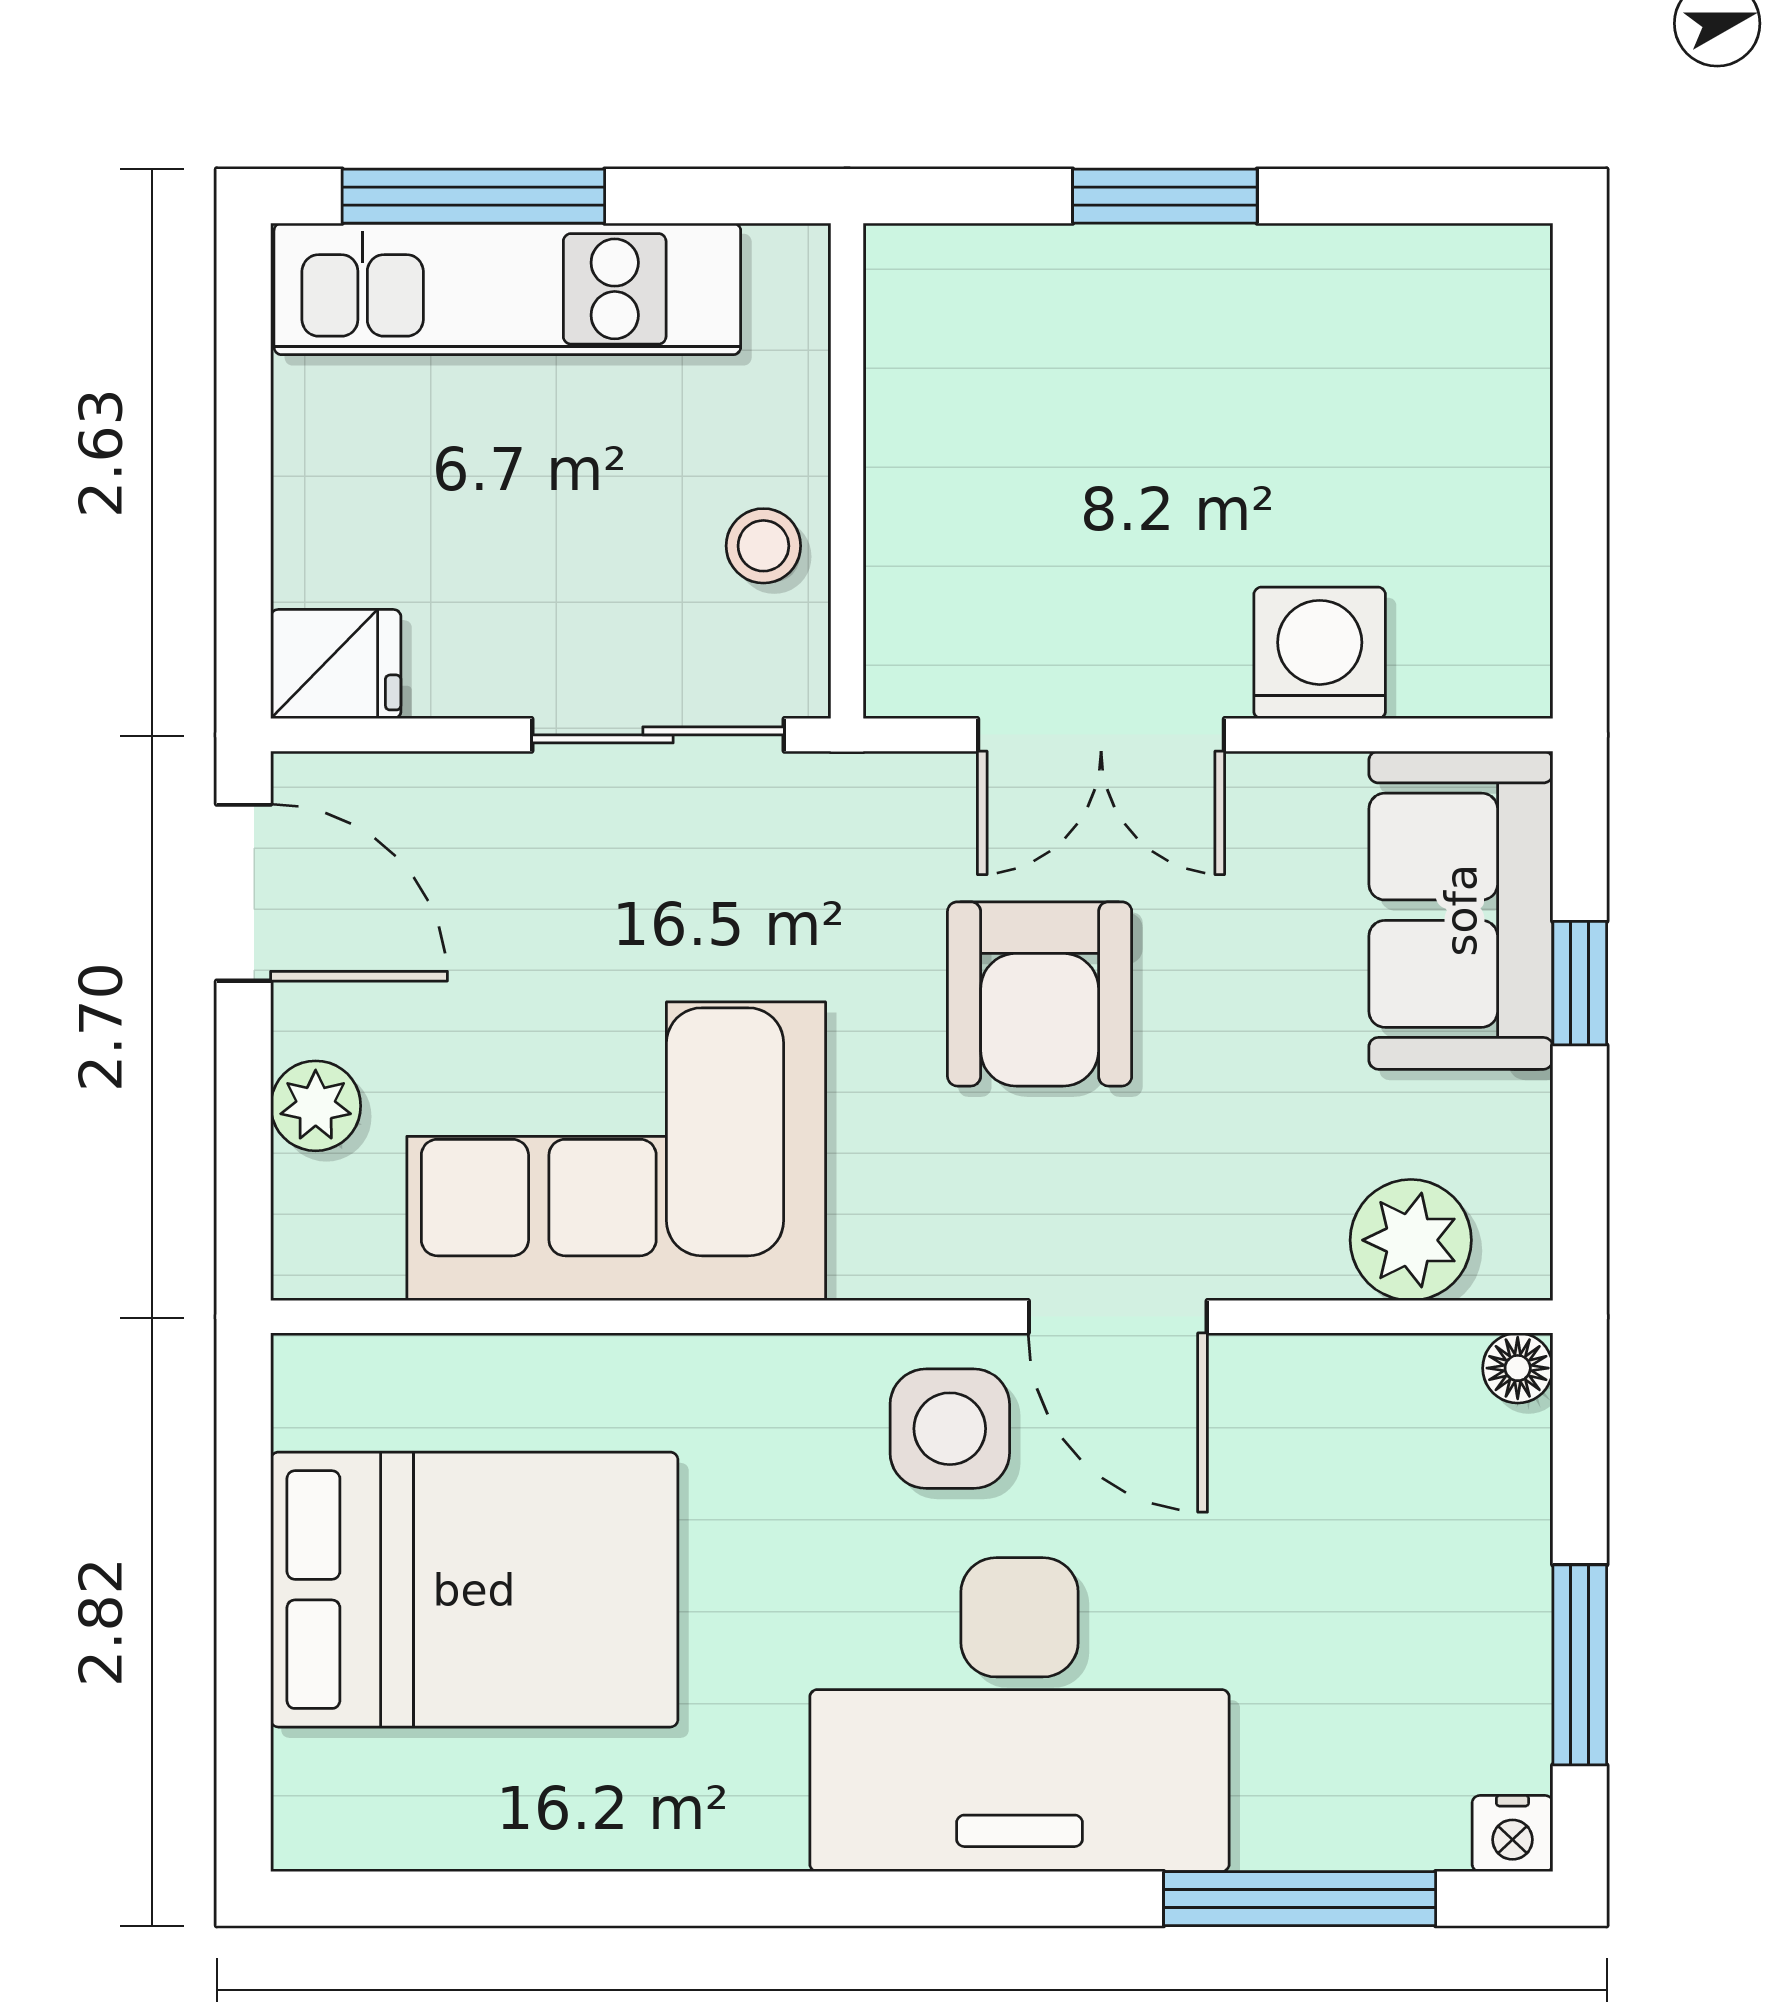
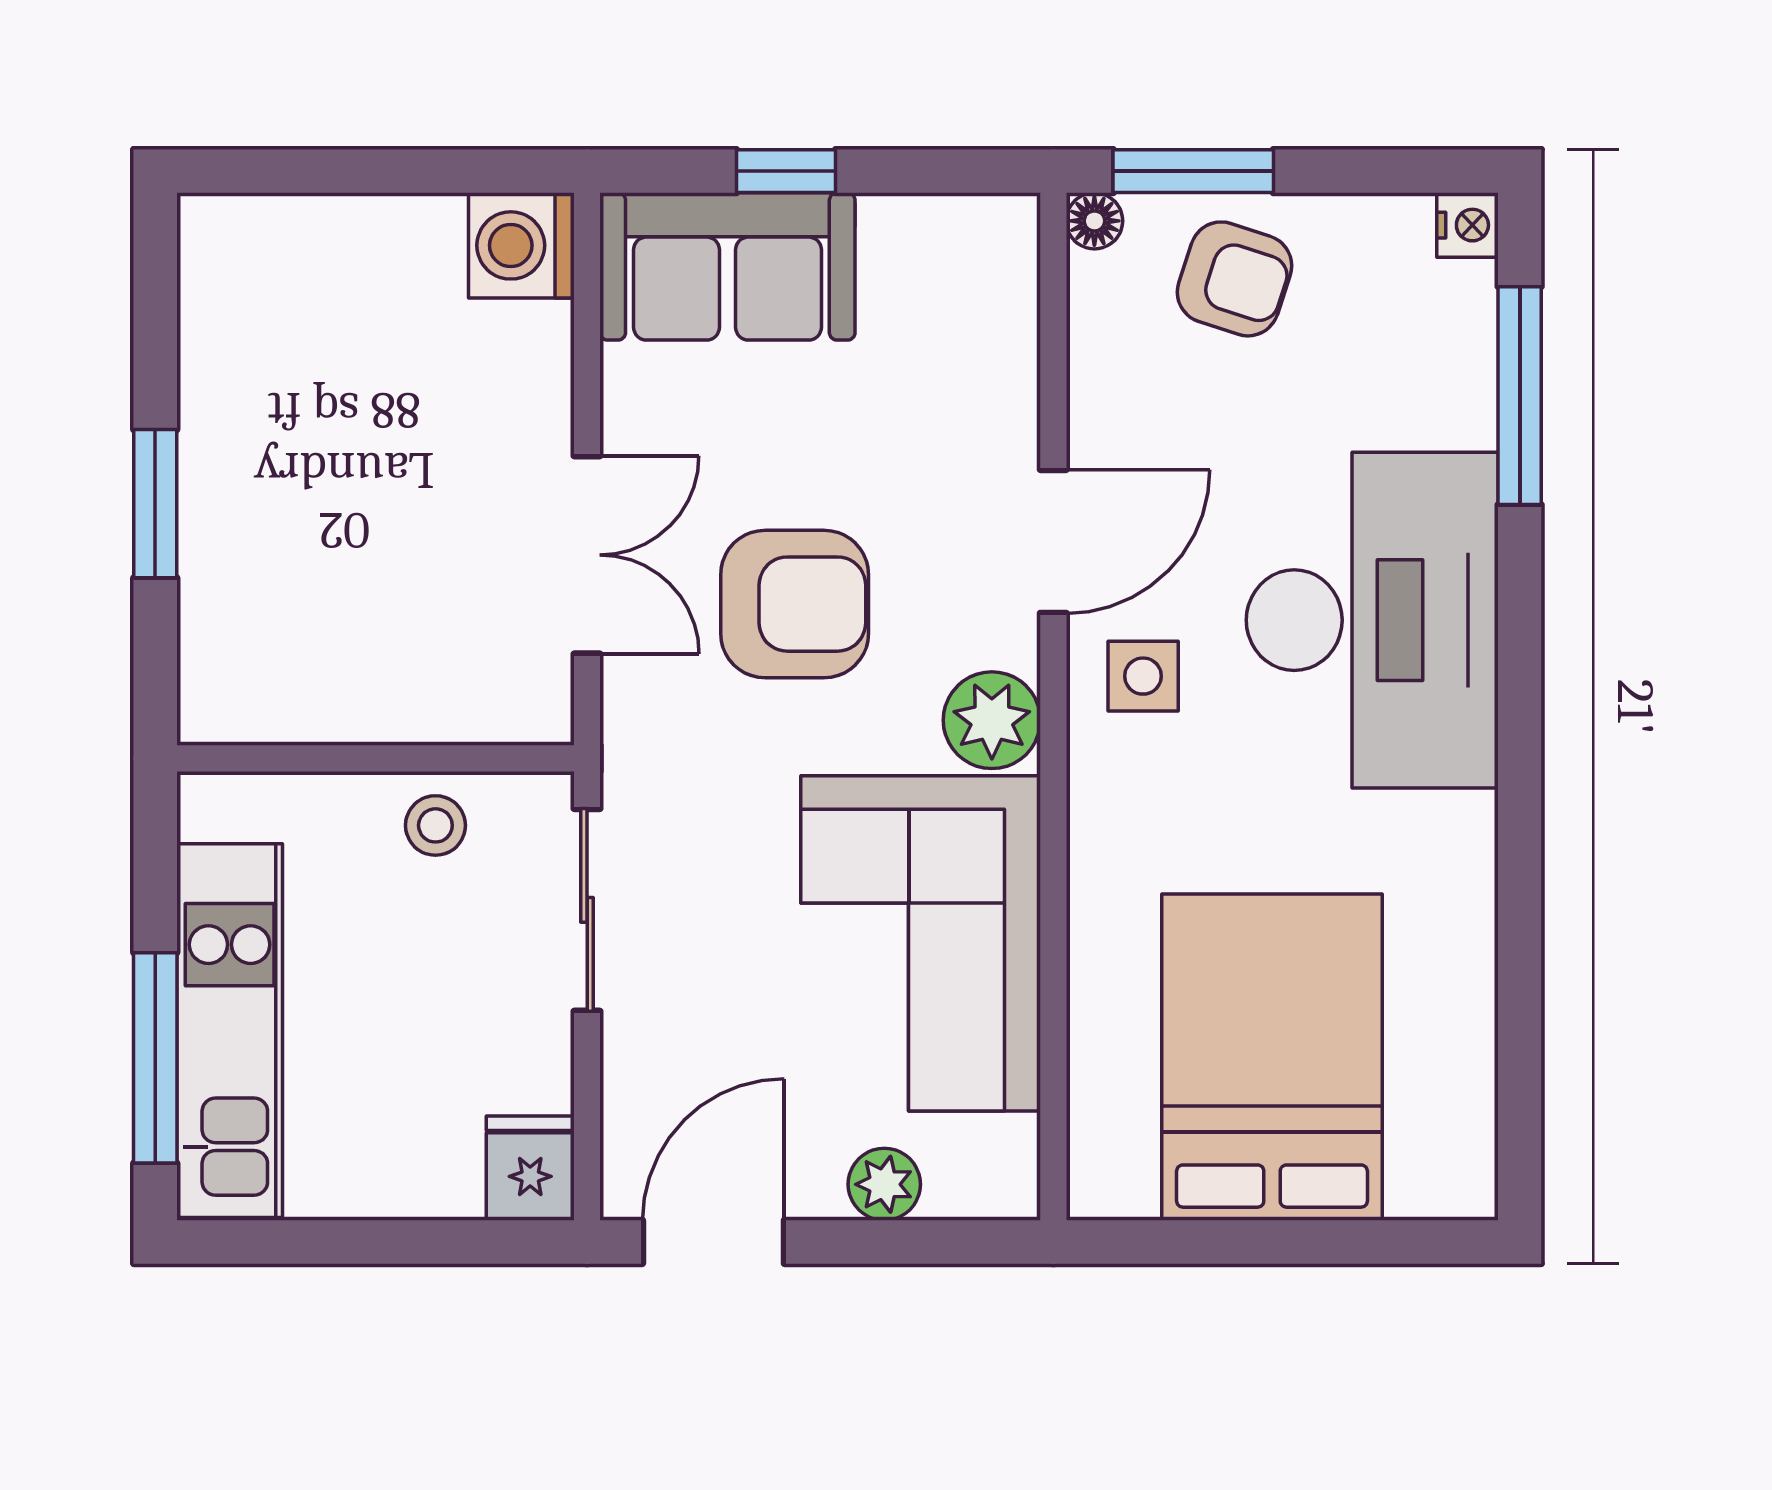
washing machine: (1320, 653) -> (521, 245), moved
plant: (1411, 1240) -> (992, 720), moved
side table: (950, 1429) -> (1143, 676), width x0.73, depth x0.73
armchair: (1445, 1543) -> (1235, 279), added
window: (1580, 1665) -> (1193, 171), moved

